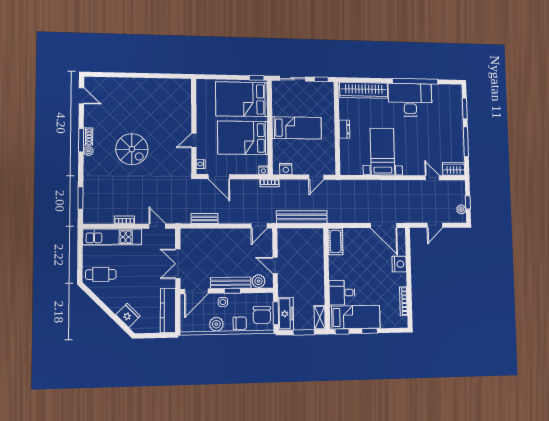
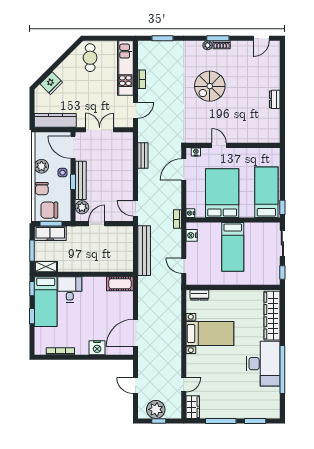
dresser: (146, 83) -> (275, 99), added
bed: (242, 99) -> (266, 192), width x0.67
dresser: (344, 129) -> (199, 295), moved
plant: (461, 209) -> (156, 409), width x1.87, depth x1.87

